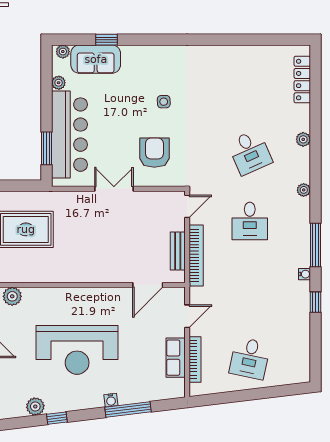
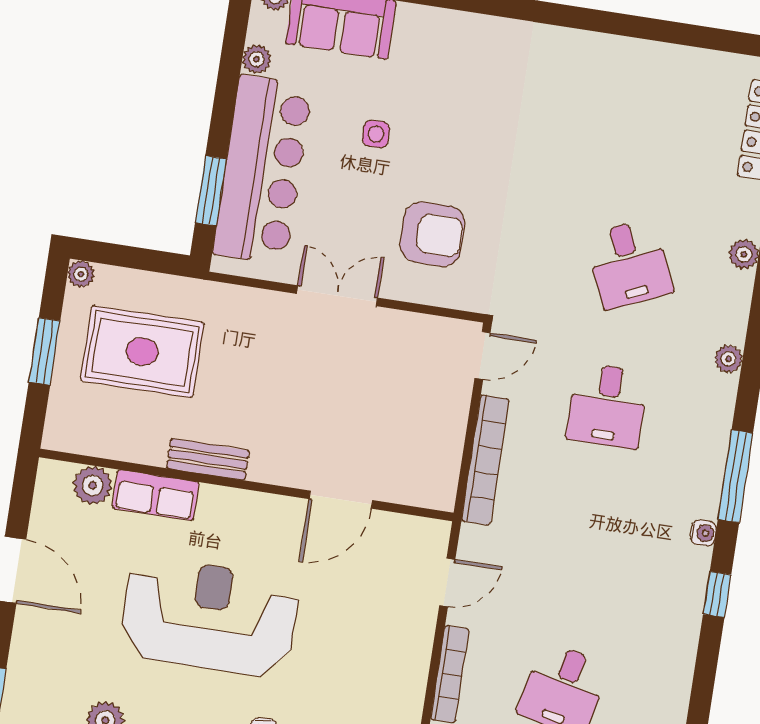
side table: (164, 102) -> (376, 134), moved
armchair: (154, 153) -> (432, 234), turned 90
bench: (178, 251) -> (208, 459), moved, turned 90
door: (148, 285) -> (341, 500), moved
reception desk: (77, 350) -> (209, 617), turned 180
row of seats: (176, 358) -> (156, 495), moved, turned -90

